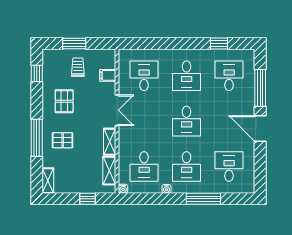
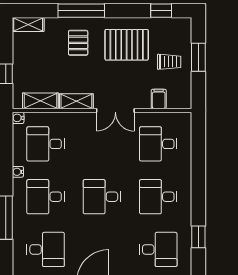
desk: (144, 76) -> (158, 144), turned 180
pallet: (64, 101) -> (127, 45), width x1.50, depth x1.42

